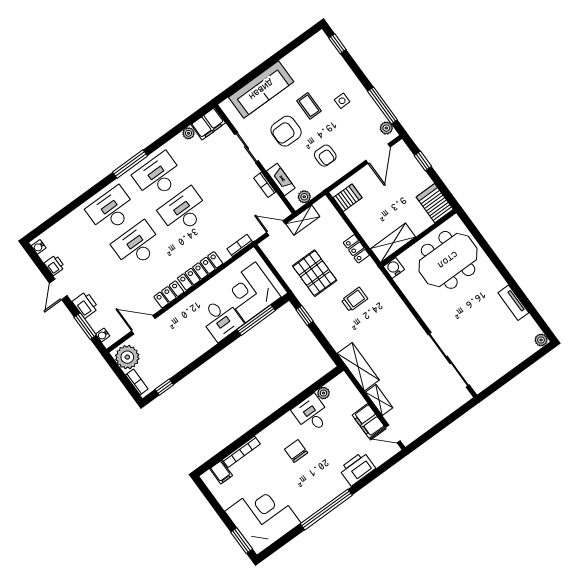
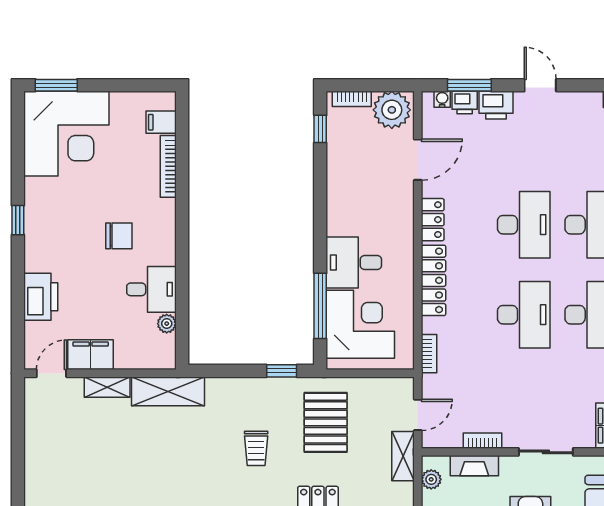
printer: (54, 265) -> (465, 103), moved
pallet: (315, 273) -> (326, 422), turned 90
window: (326, 510) -> (18, 220), width x0.32

